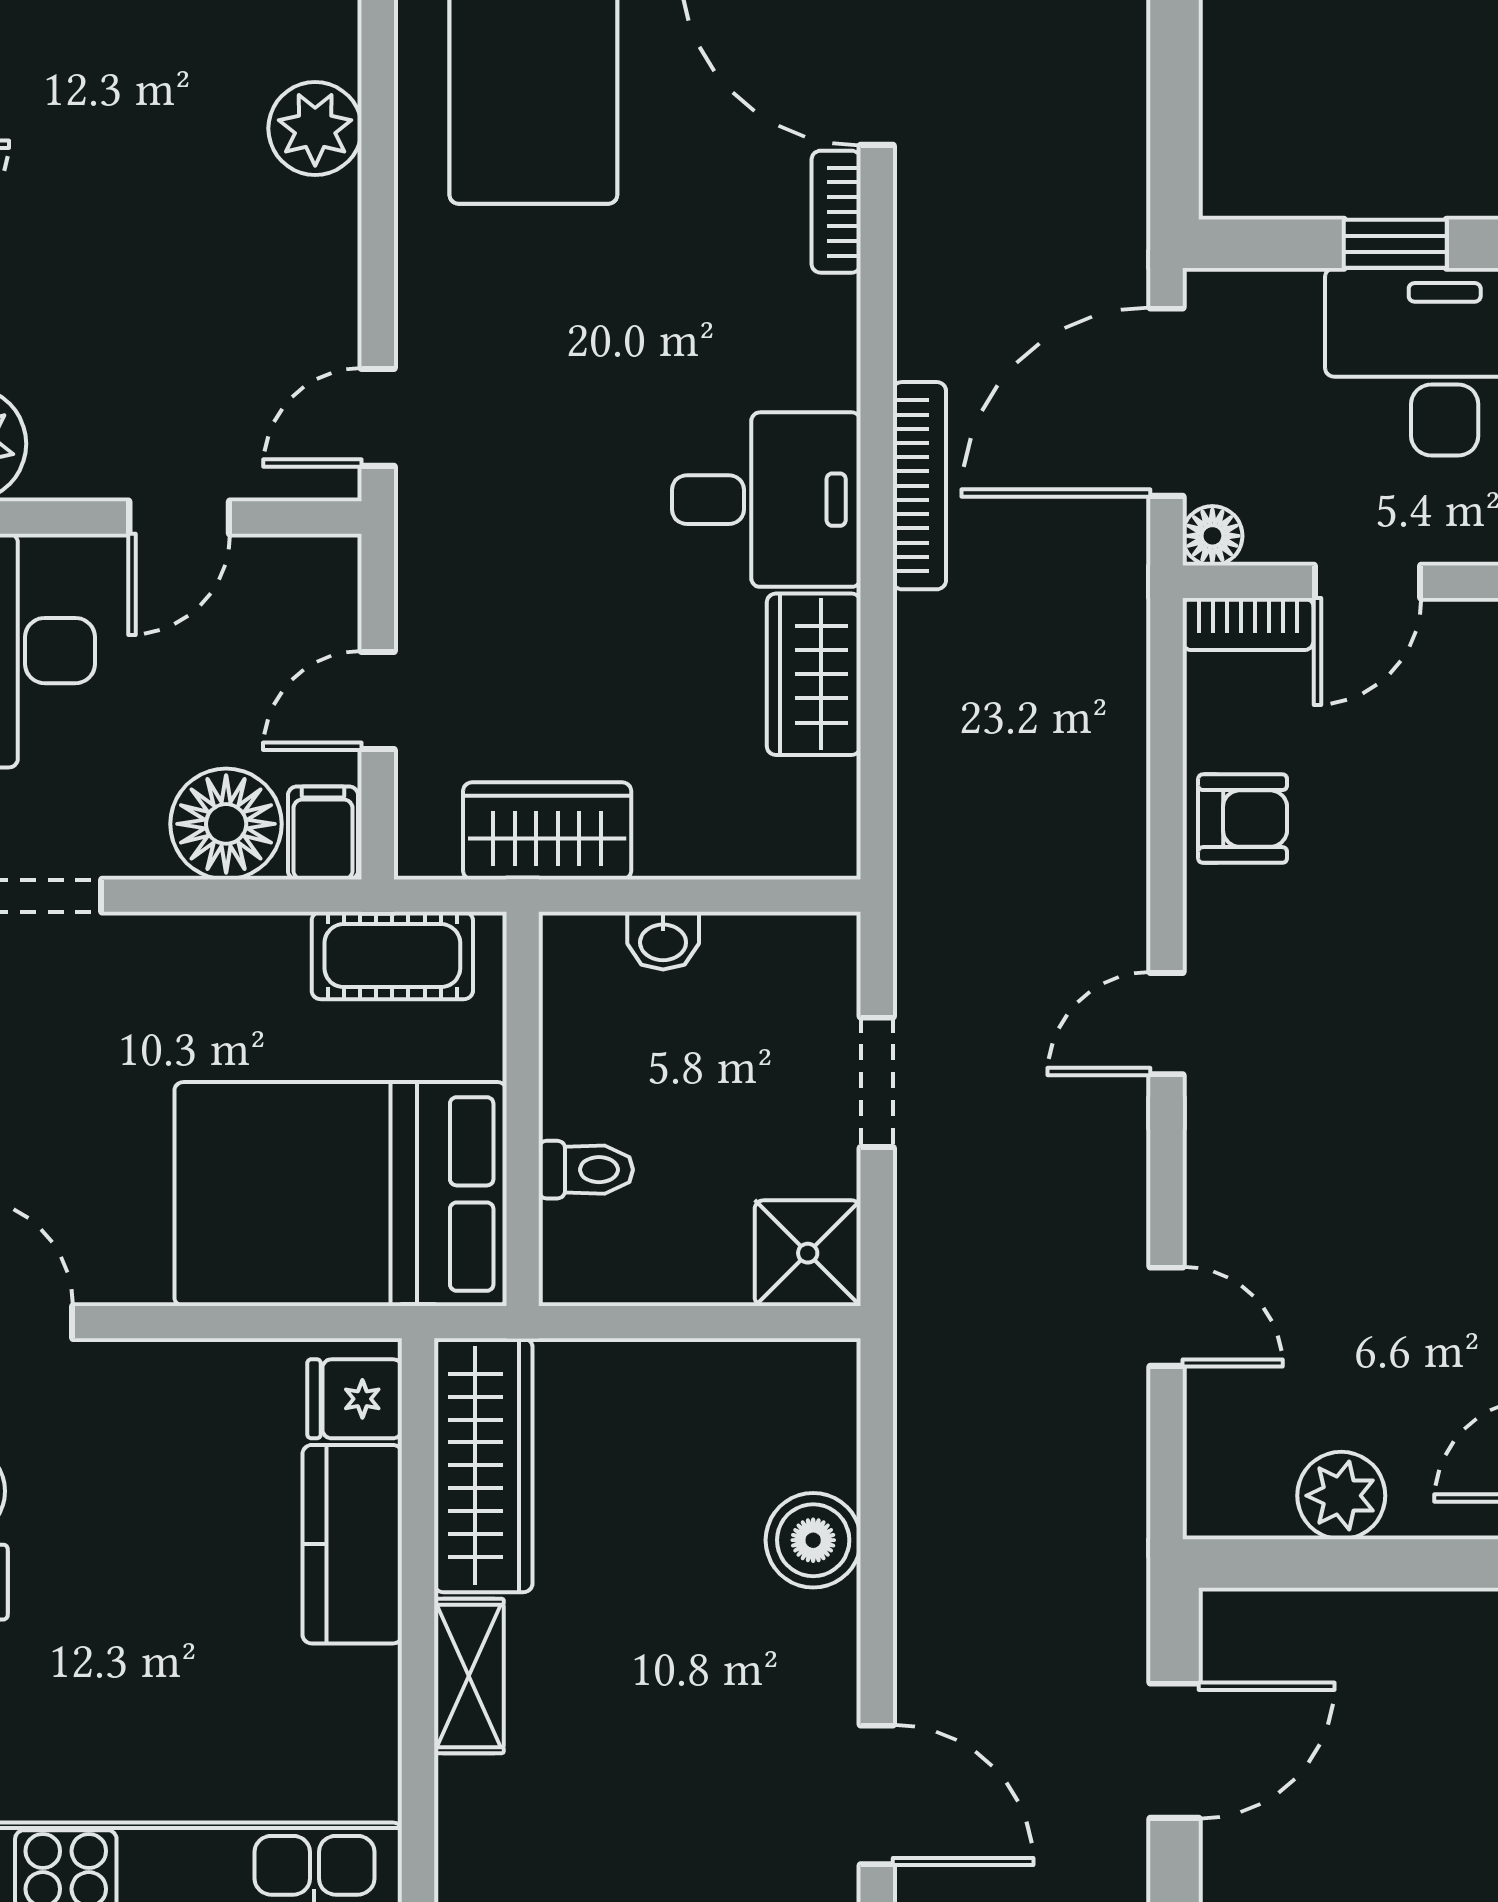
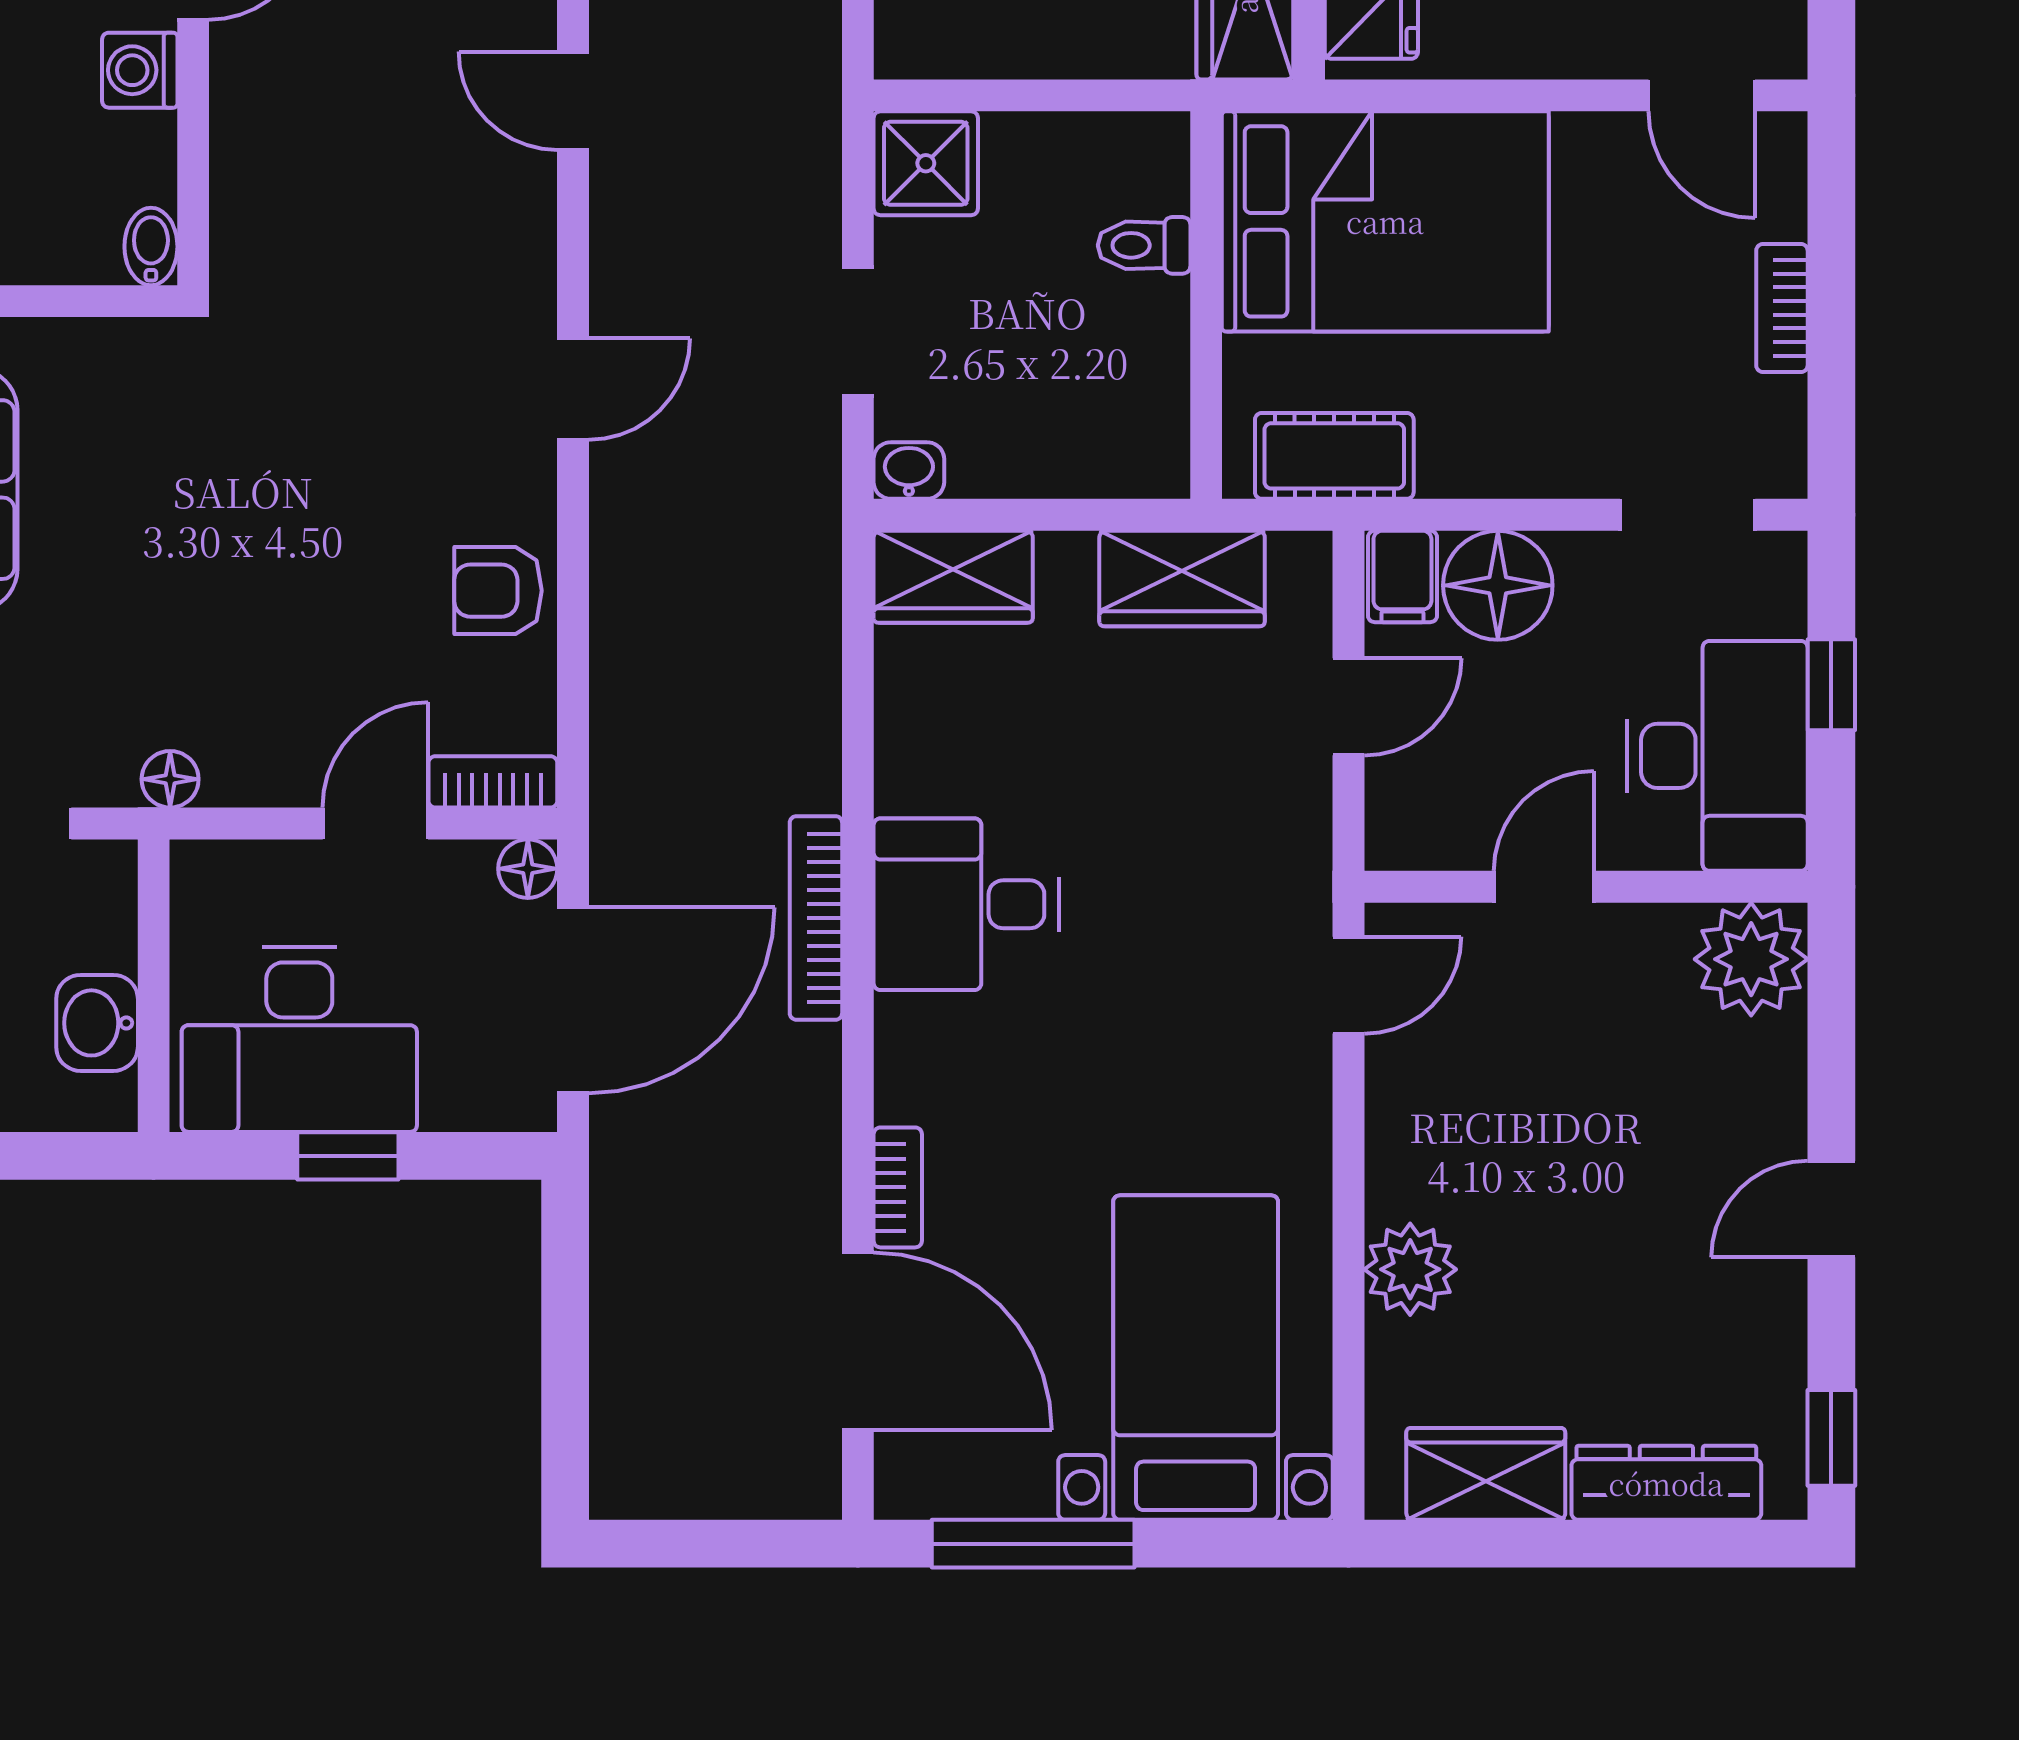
wardrobe: (814, 674) -> (953, 577), moved, turned 90
washbasin: (663, 941) -> (909, 471), moved

